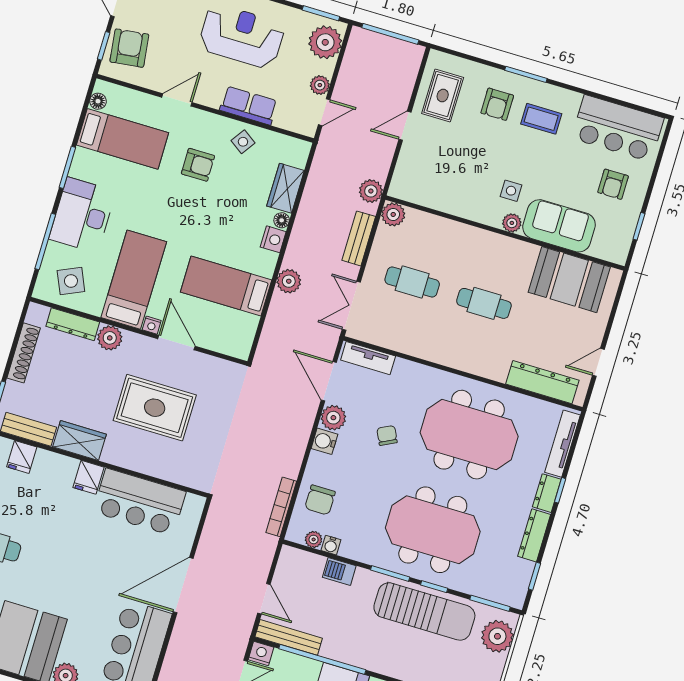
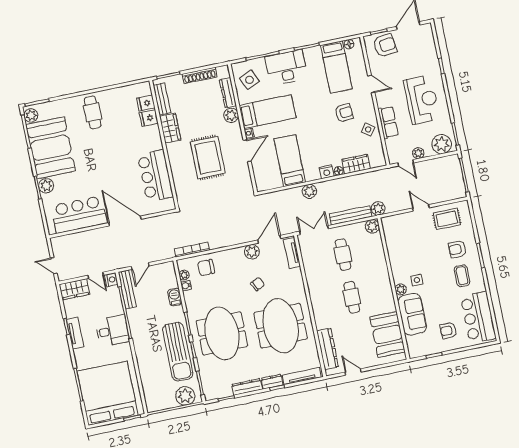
armchair: (198, 165) -> (344, 113), turned -94
bench: (359, 238) -> (351, 215), width x1.36
water cooler: (324, 441) -> (237, 254), removed
fridge: (89, 477) -> (149, 118), moved

